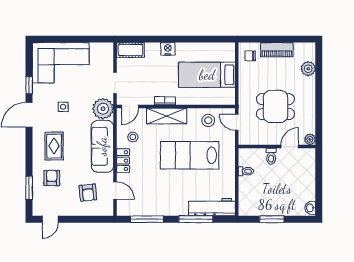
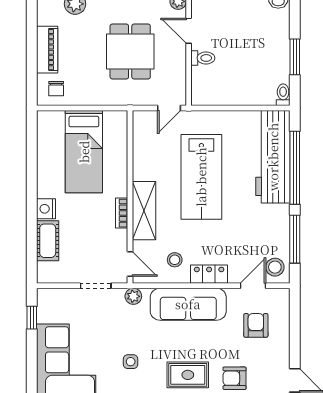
window: (93, 39) -> (32, 318), added
cot: (130, 50) -> (48, 241), moved
plant: (103, 109) -> (133, 296), width x0.53, depth x0.53
stool: (208, 120) -> (275, 267), moved
door: (237, 122) -> (169, 108), moved
toilet: (246, 171) -> (283, 95), moved
armchair: (88, 193) -> (256, 325), turned -84
workbench: (212, 207) -> (273, 157), width x1.36, depth x1.32
window: (196, 219) -> (295, 168), width x1.46

